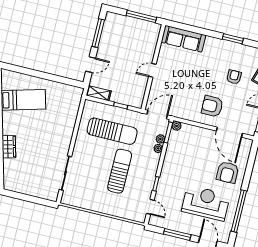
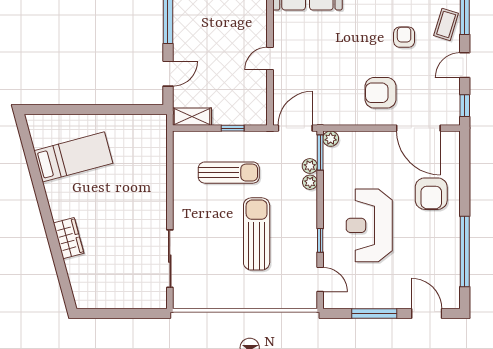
sun lounger: (112, 131) -> (229, 173), width x0.73, depth x0.75
reception desk: (206, 203) -> (369, 225), moved, turned -90

